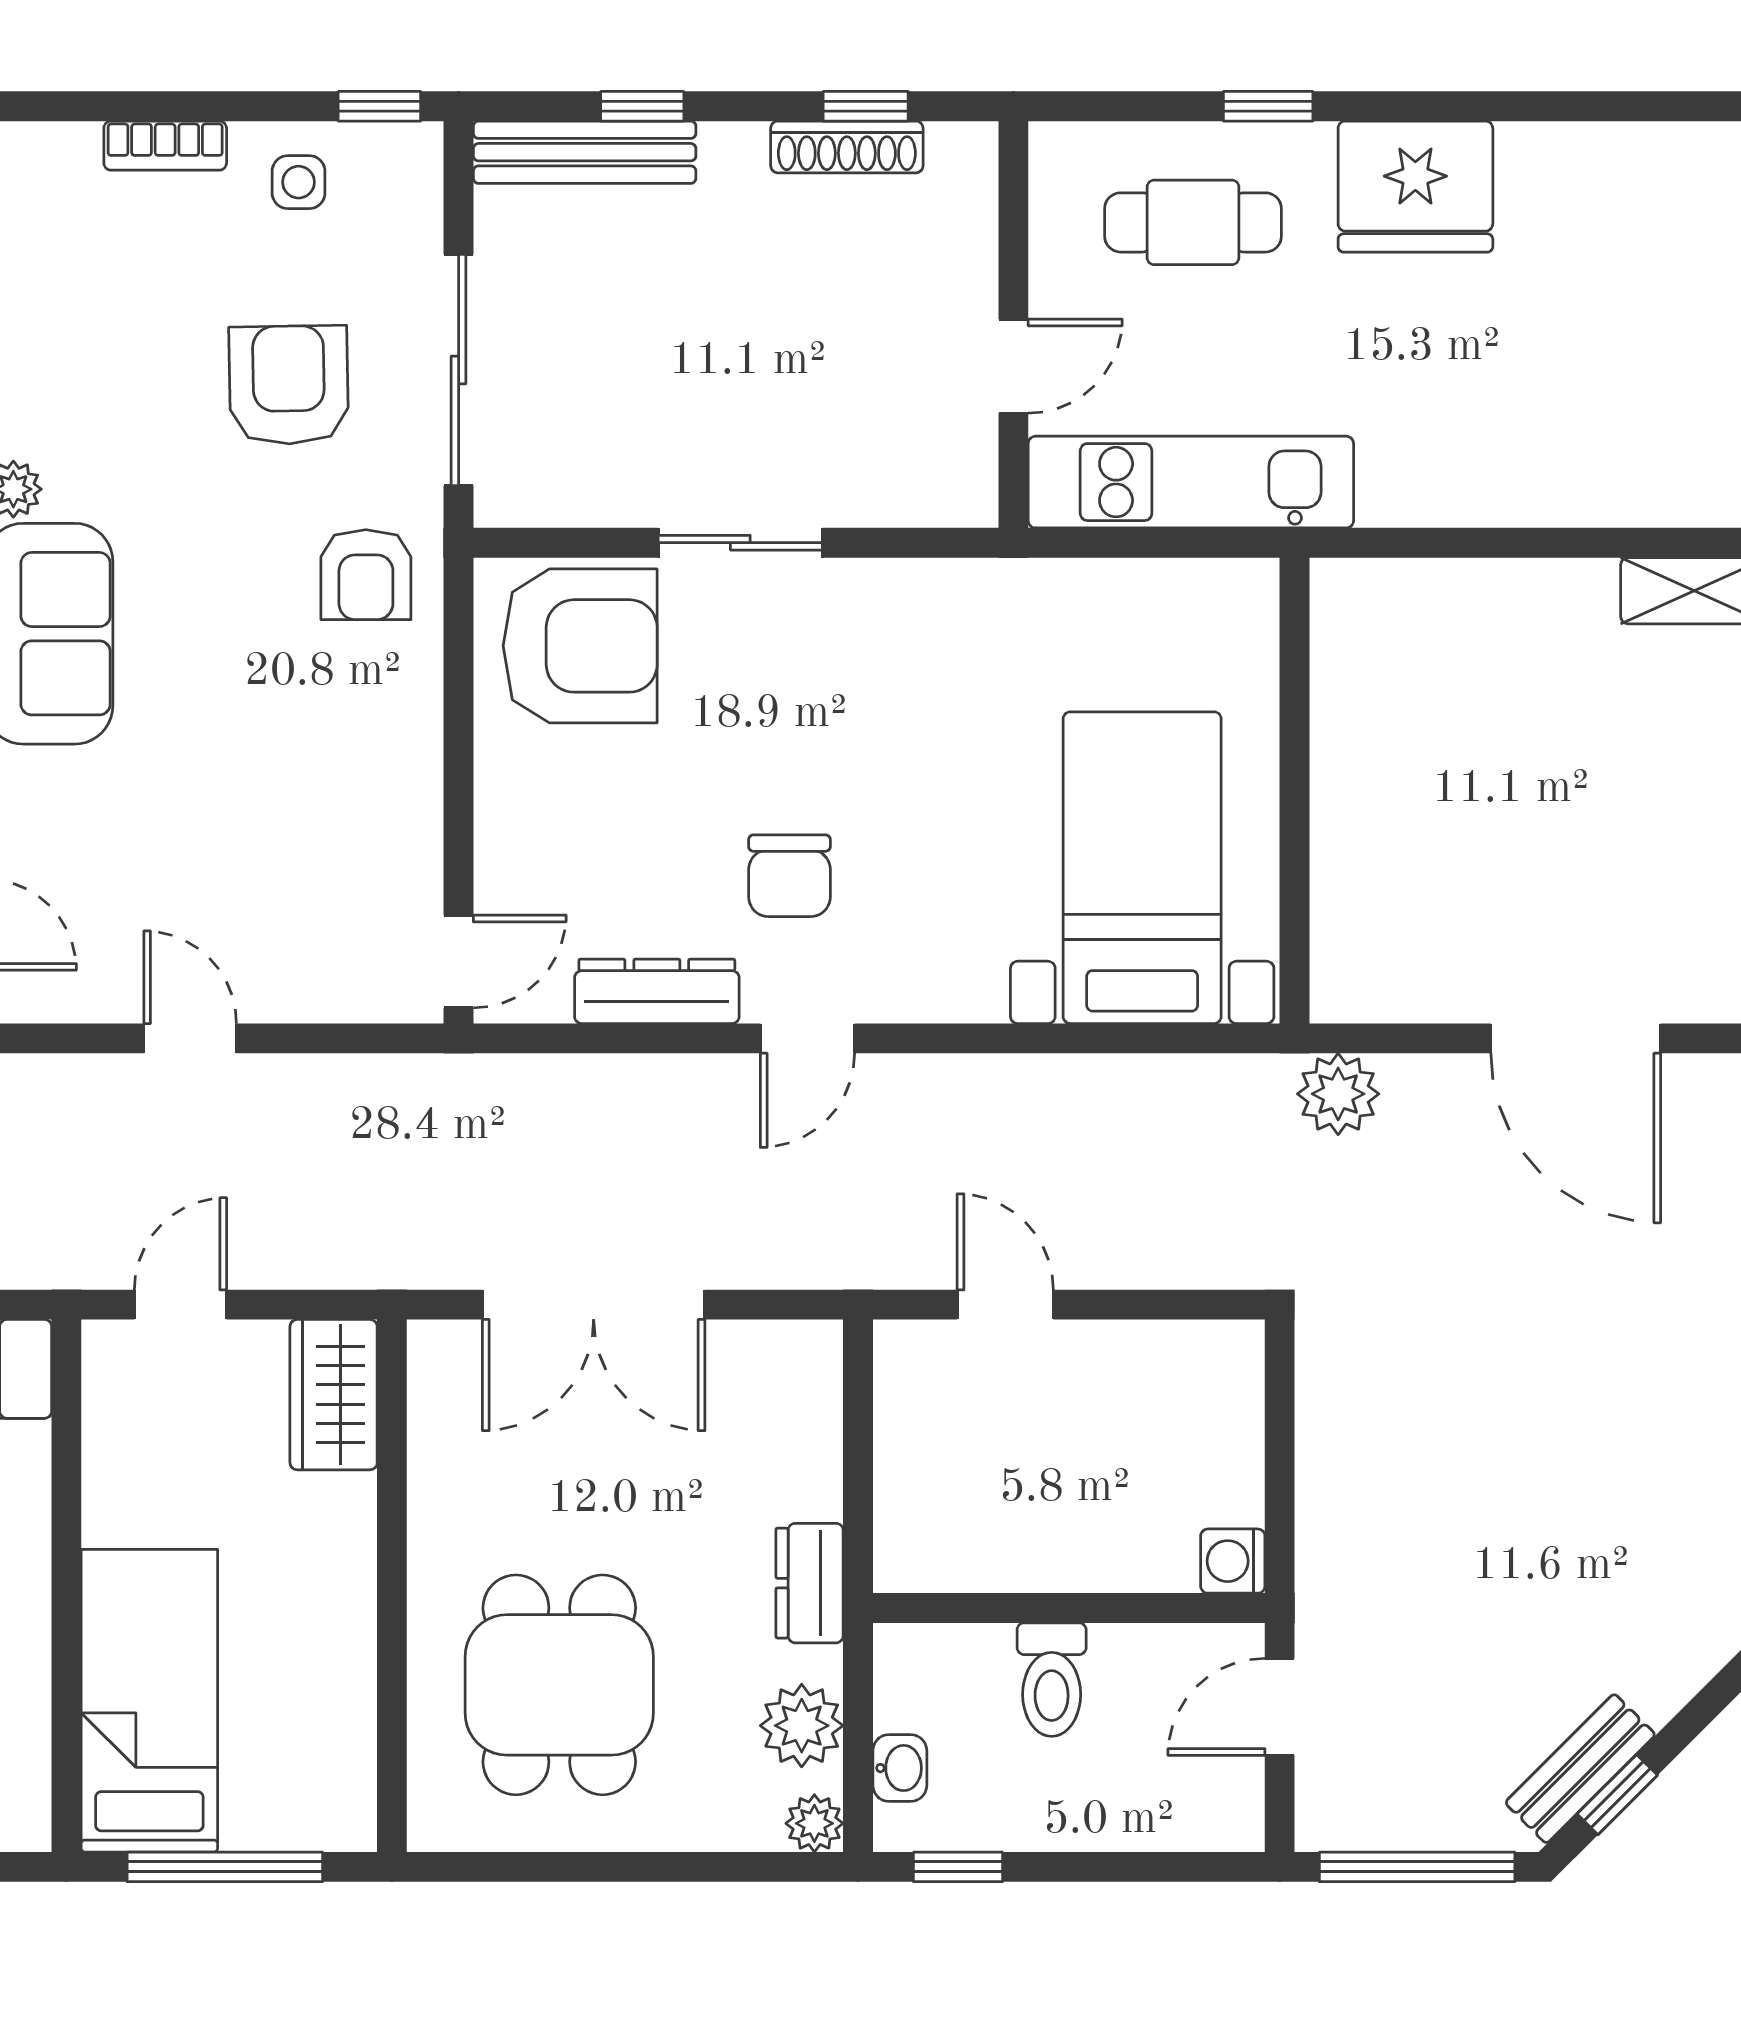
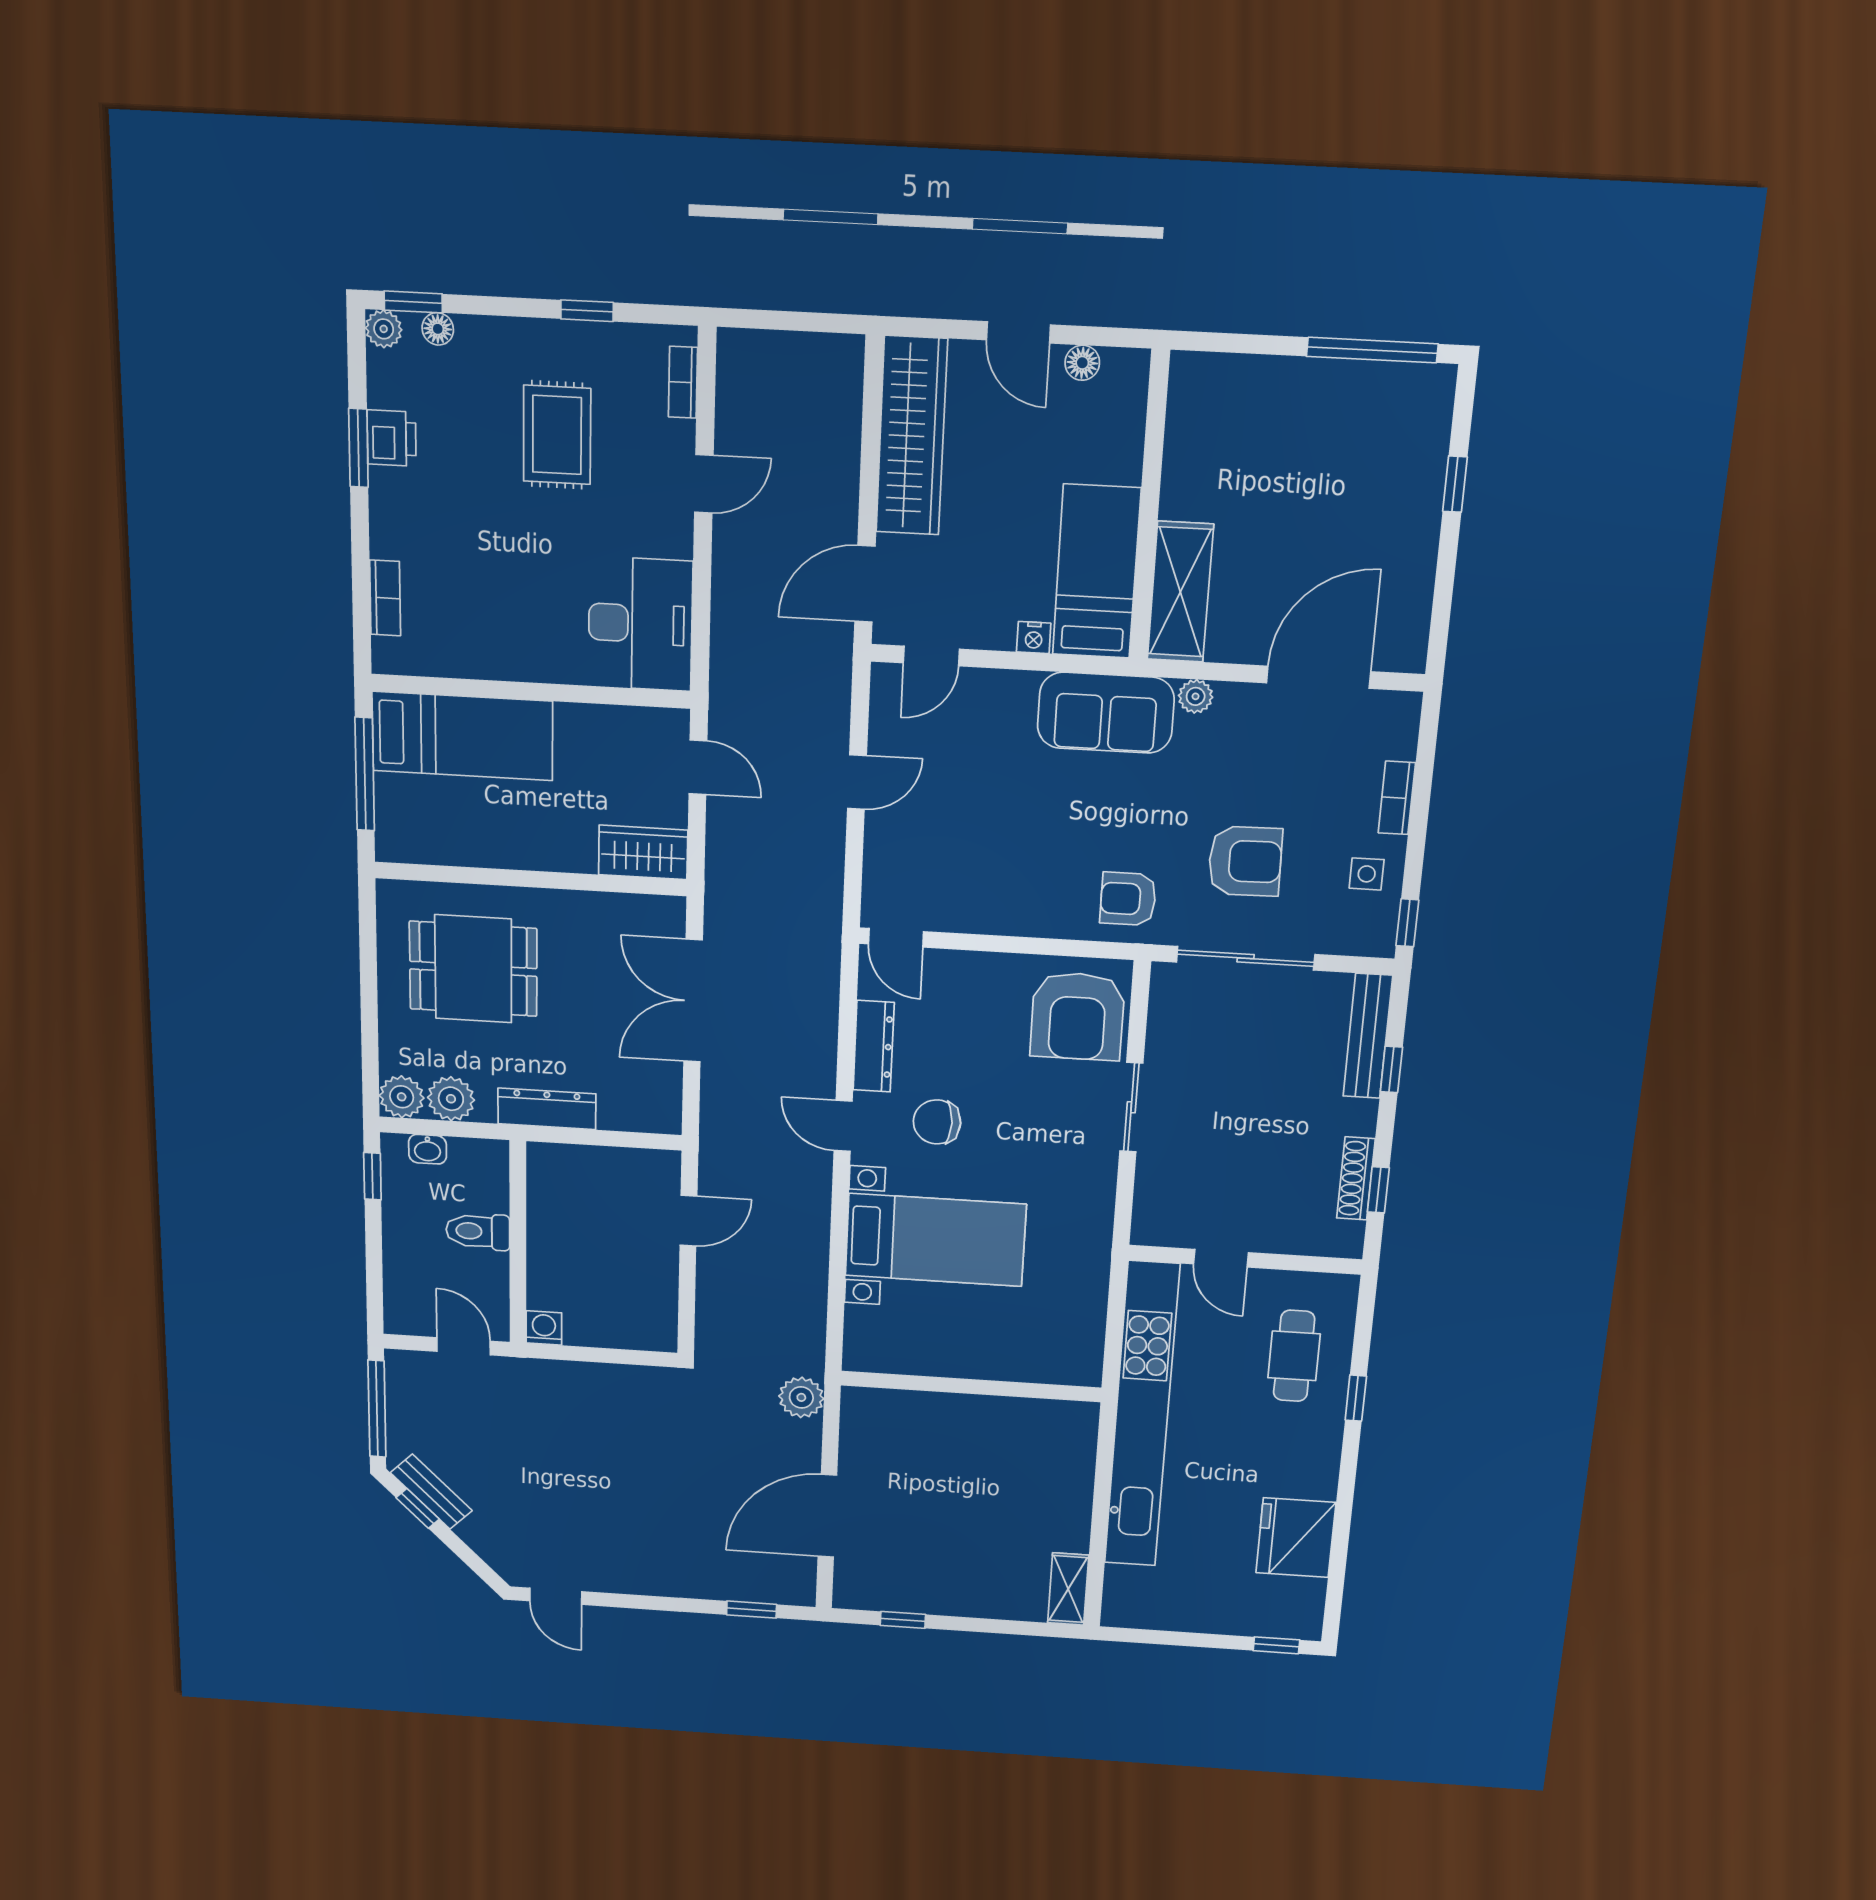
fridge: (1415, 187) -> (1296, 1538), moved
kitchen unit: (1191, 482) -> (1142, 1416), width x1.86
bed with nightstands: (1142, 868) -> (935, 1240), moved
dresser: (810, 1583) -> (547, 1109), width x1.44
plant: (814, 1823) -> (402, 1097), width x1.38, depth x1.38

